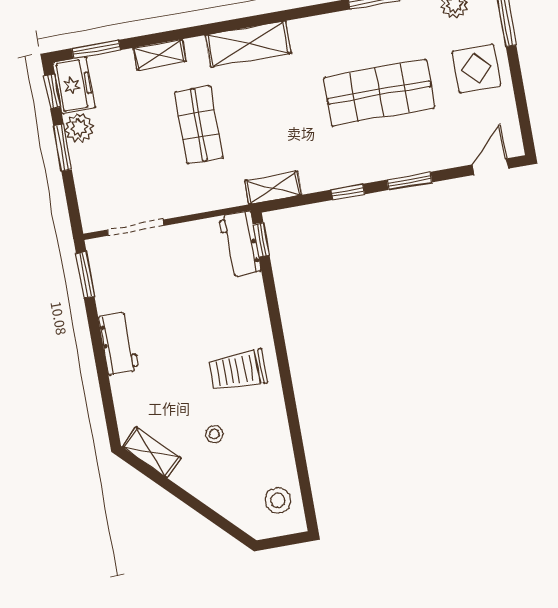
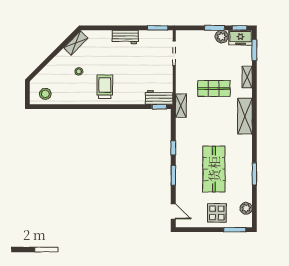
shelving: (273, 188) -> (181, 106), moved

